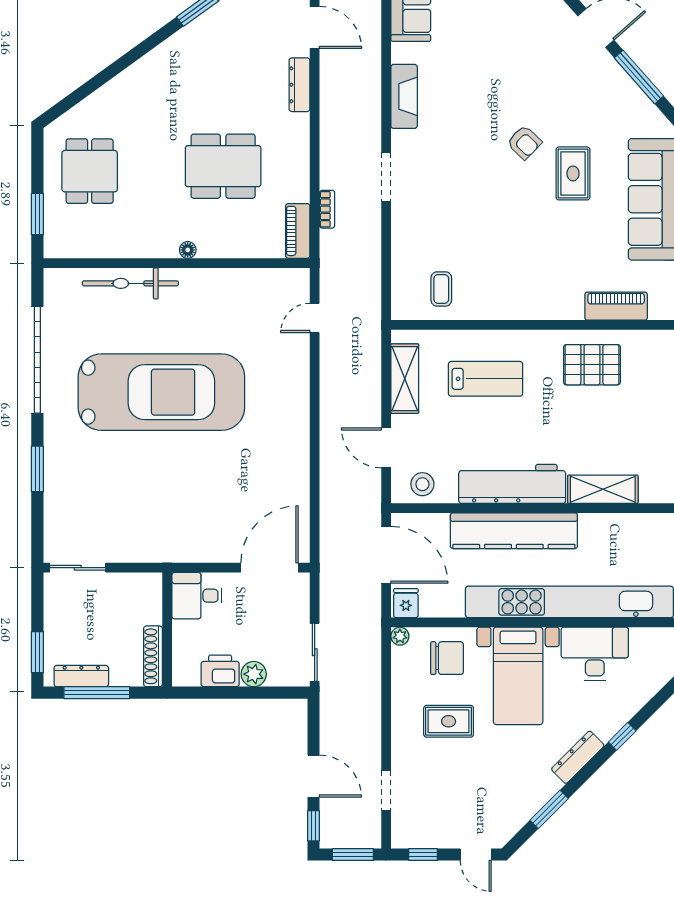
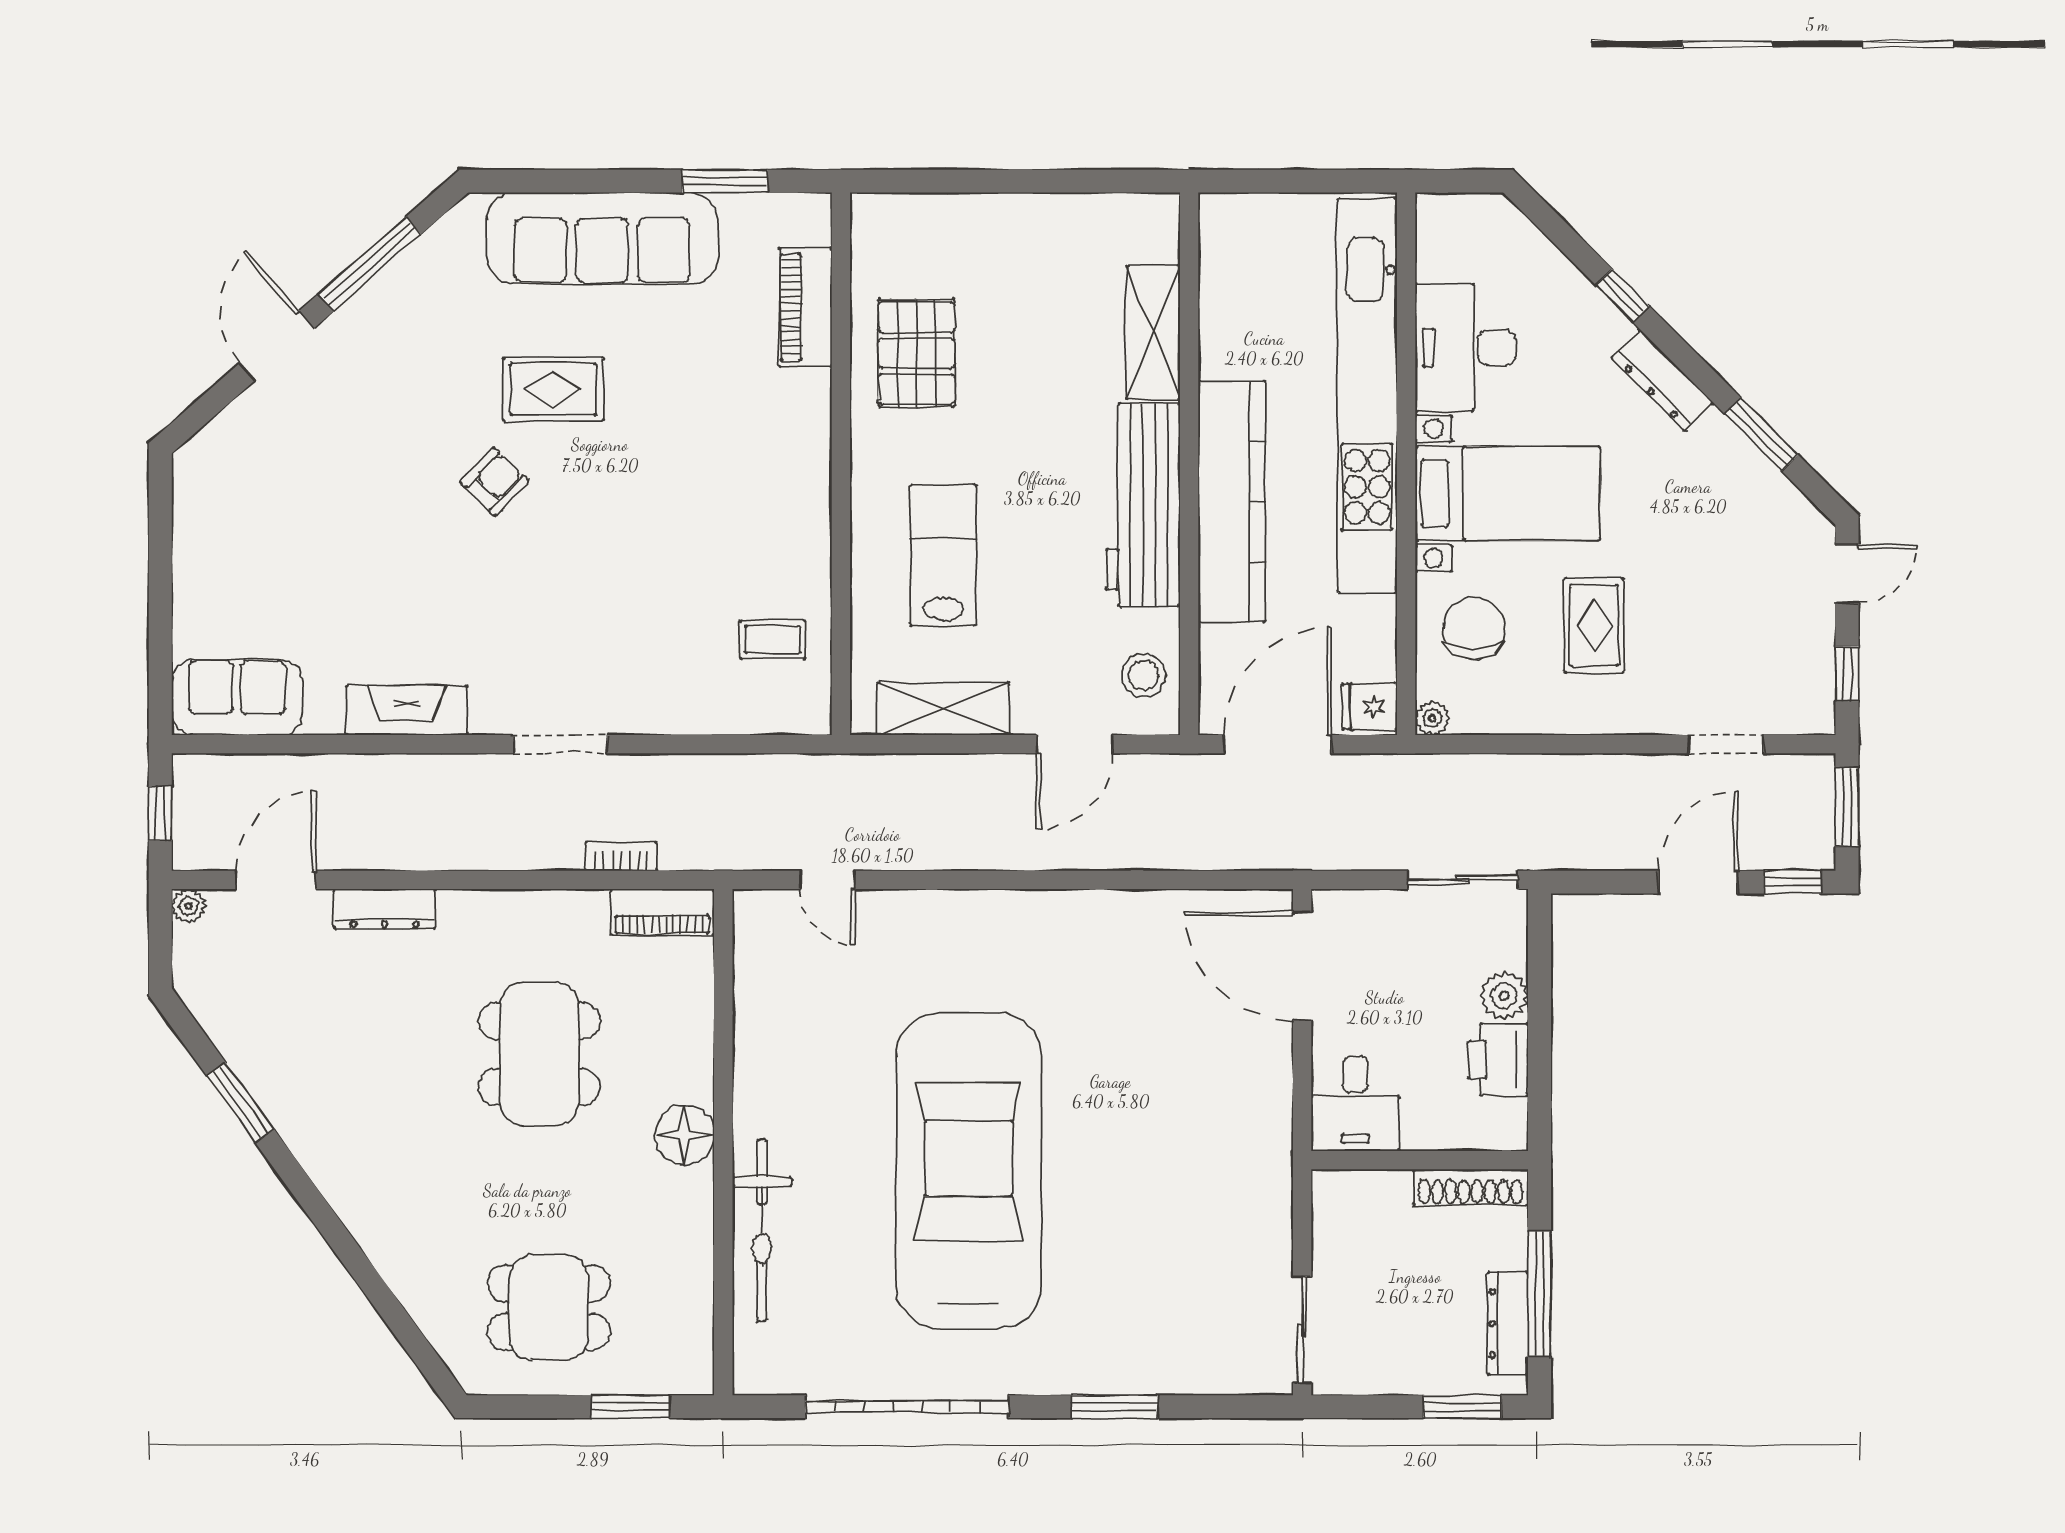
floor lamp: (188, 250) -> (684, 1135), width x1.89, depth x1.89

